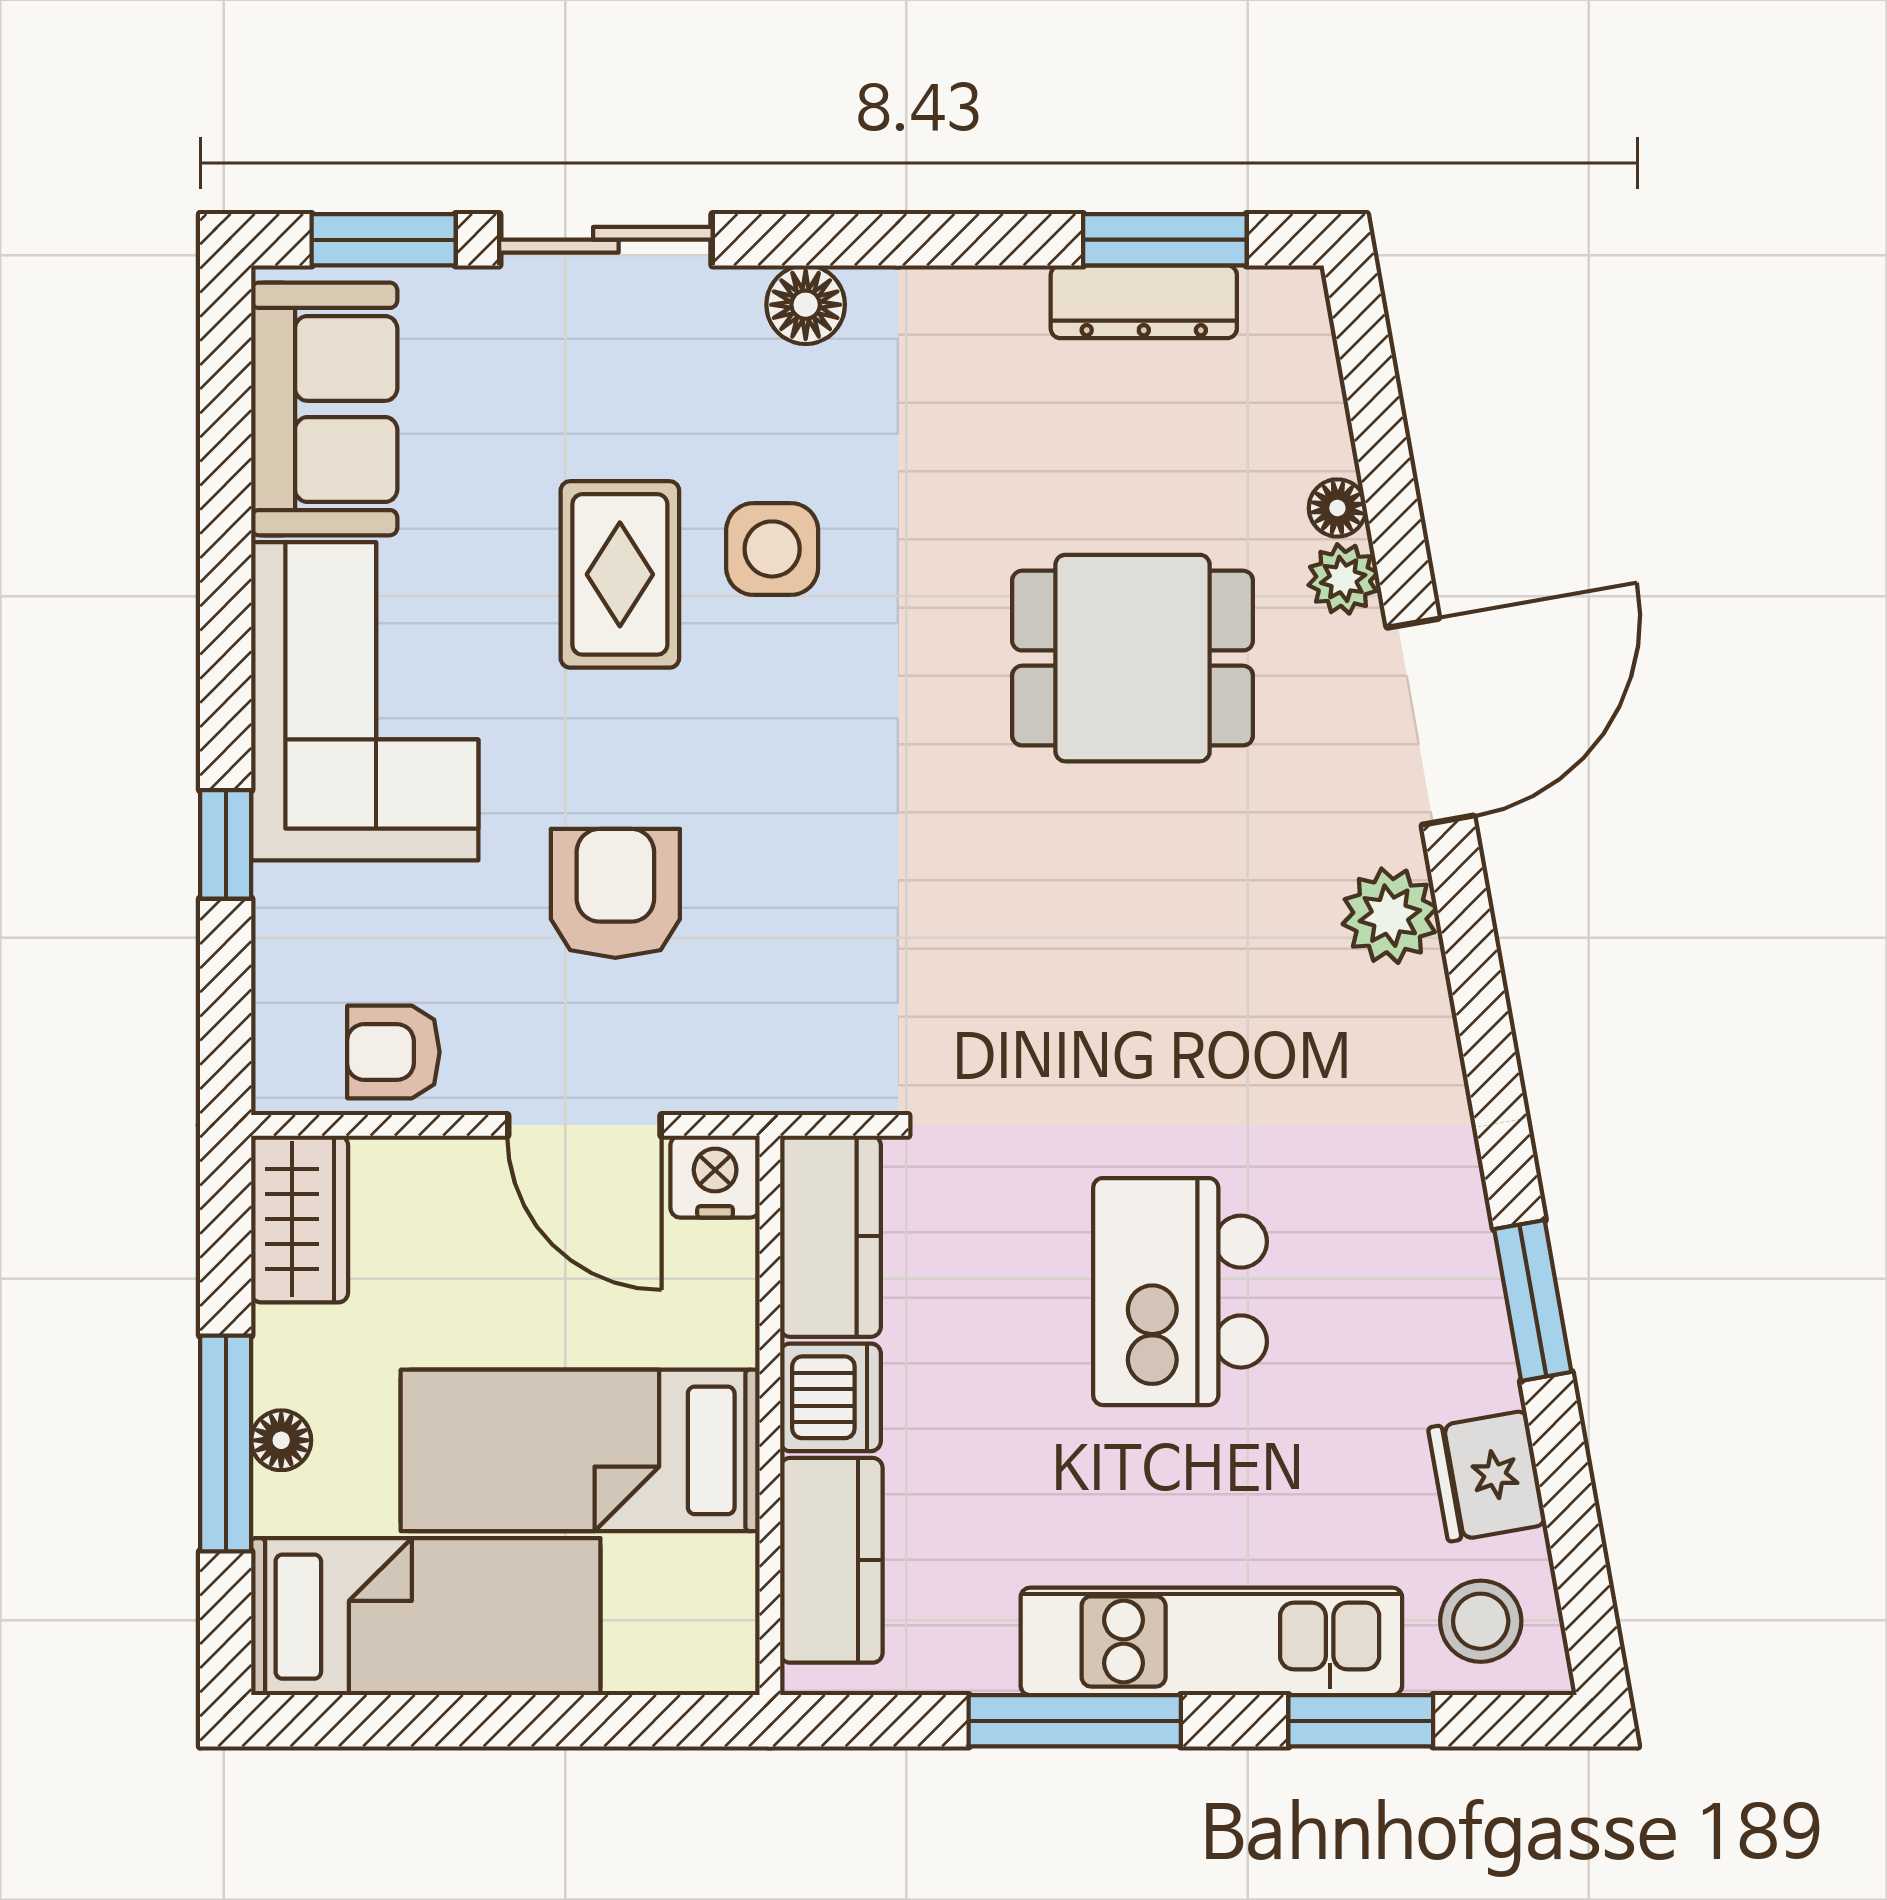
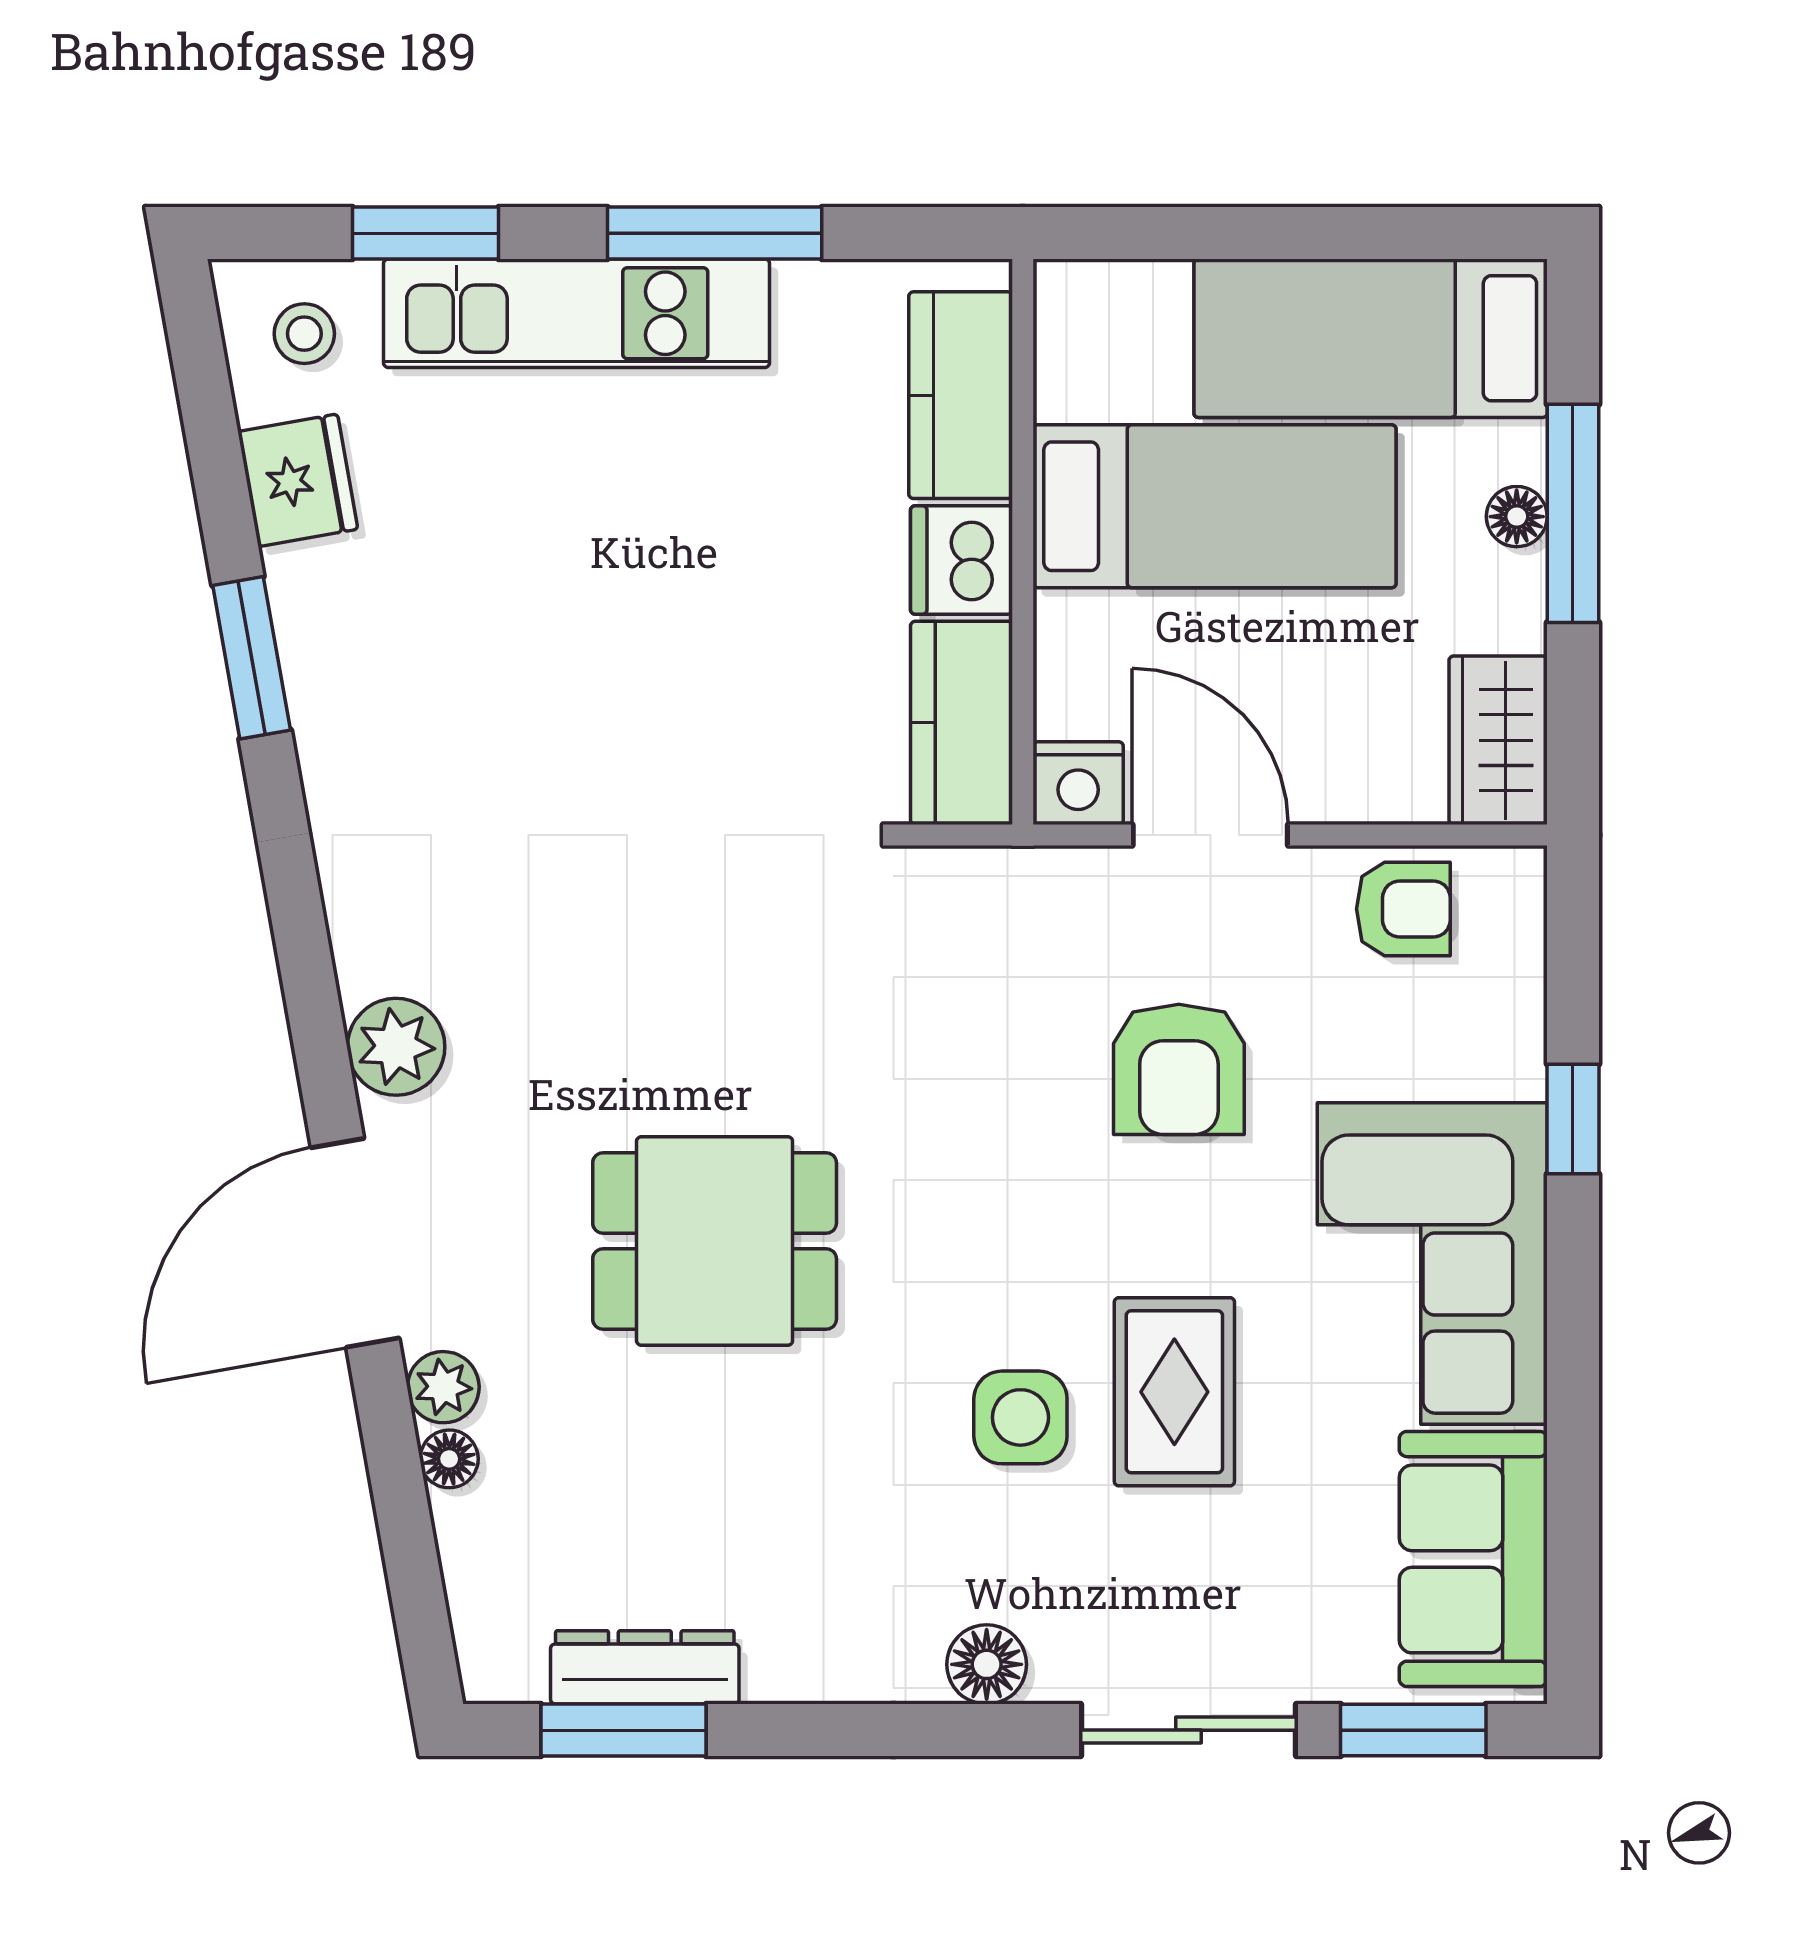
dining table: (1133, 658) -> (715, 1241), moved
kitchen island: (1180, 1292) -> (608, 667), removed
stool: (1481, 1621) -> (304, 334), width x0.73, depth x0.73

